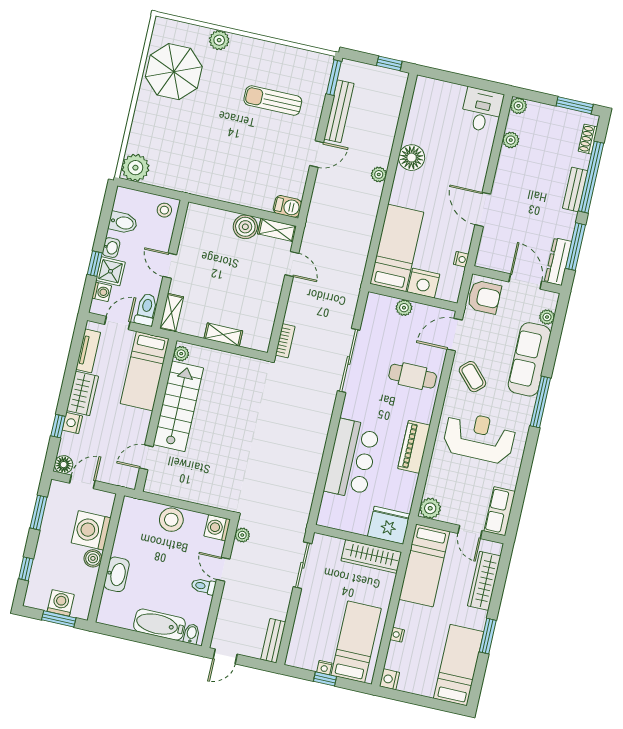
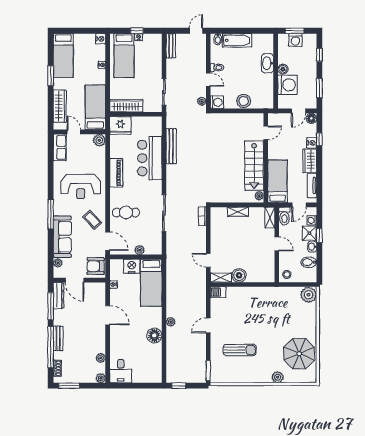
bench: (339, 111) -> (171, 146), moved
door: (455, 335) -> (108, 241), hinge flipped

